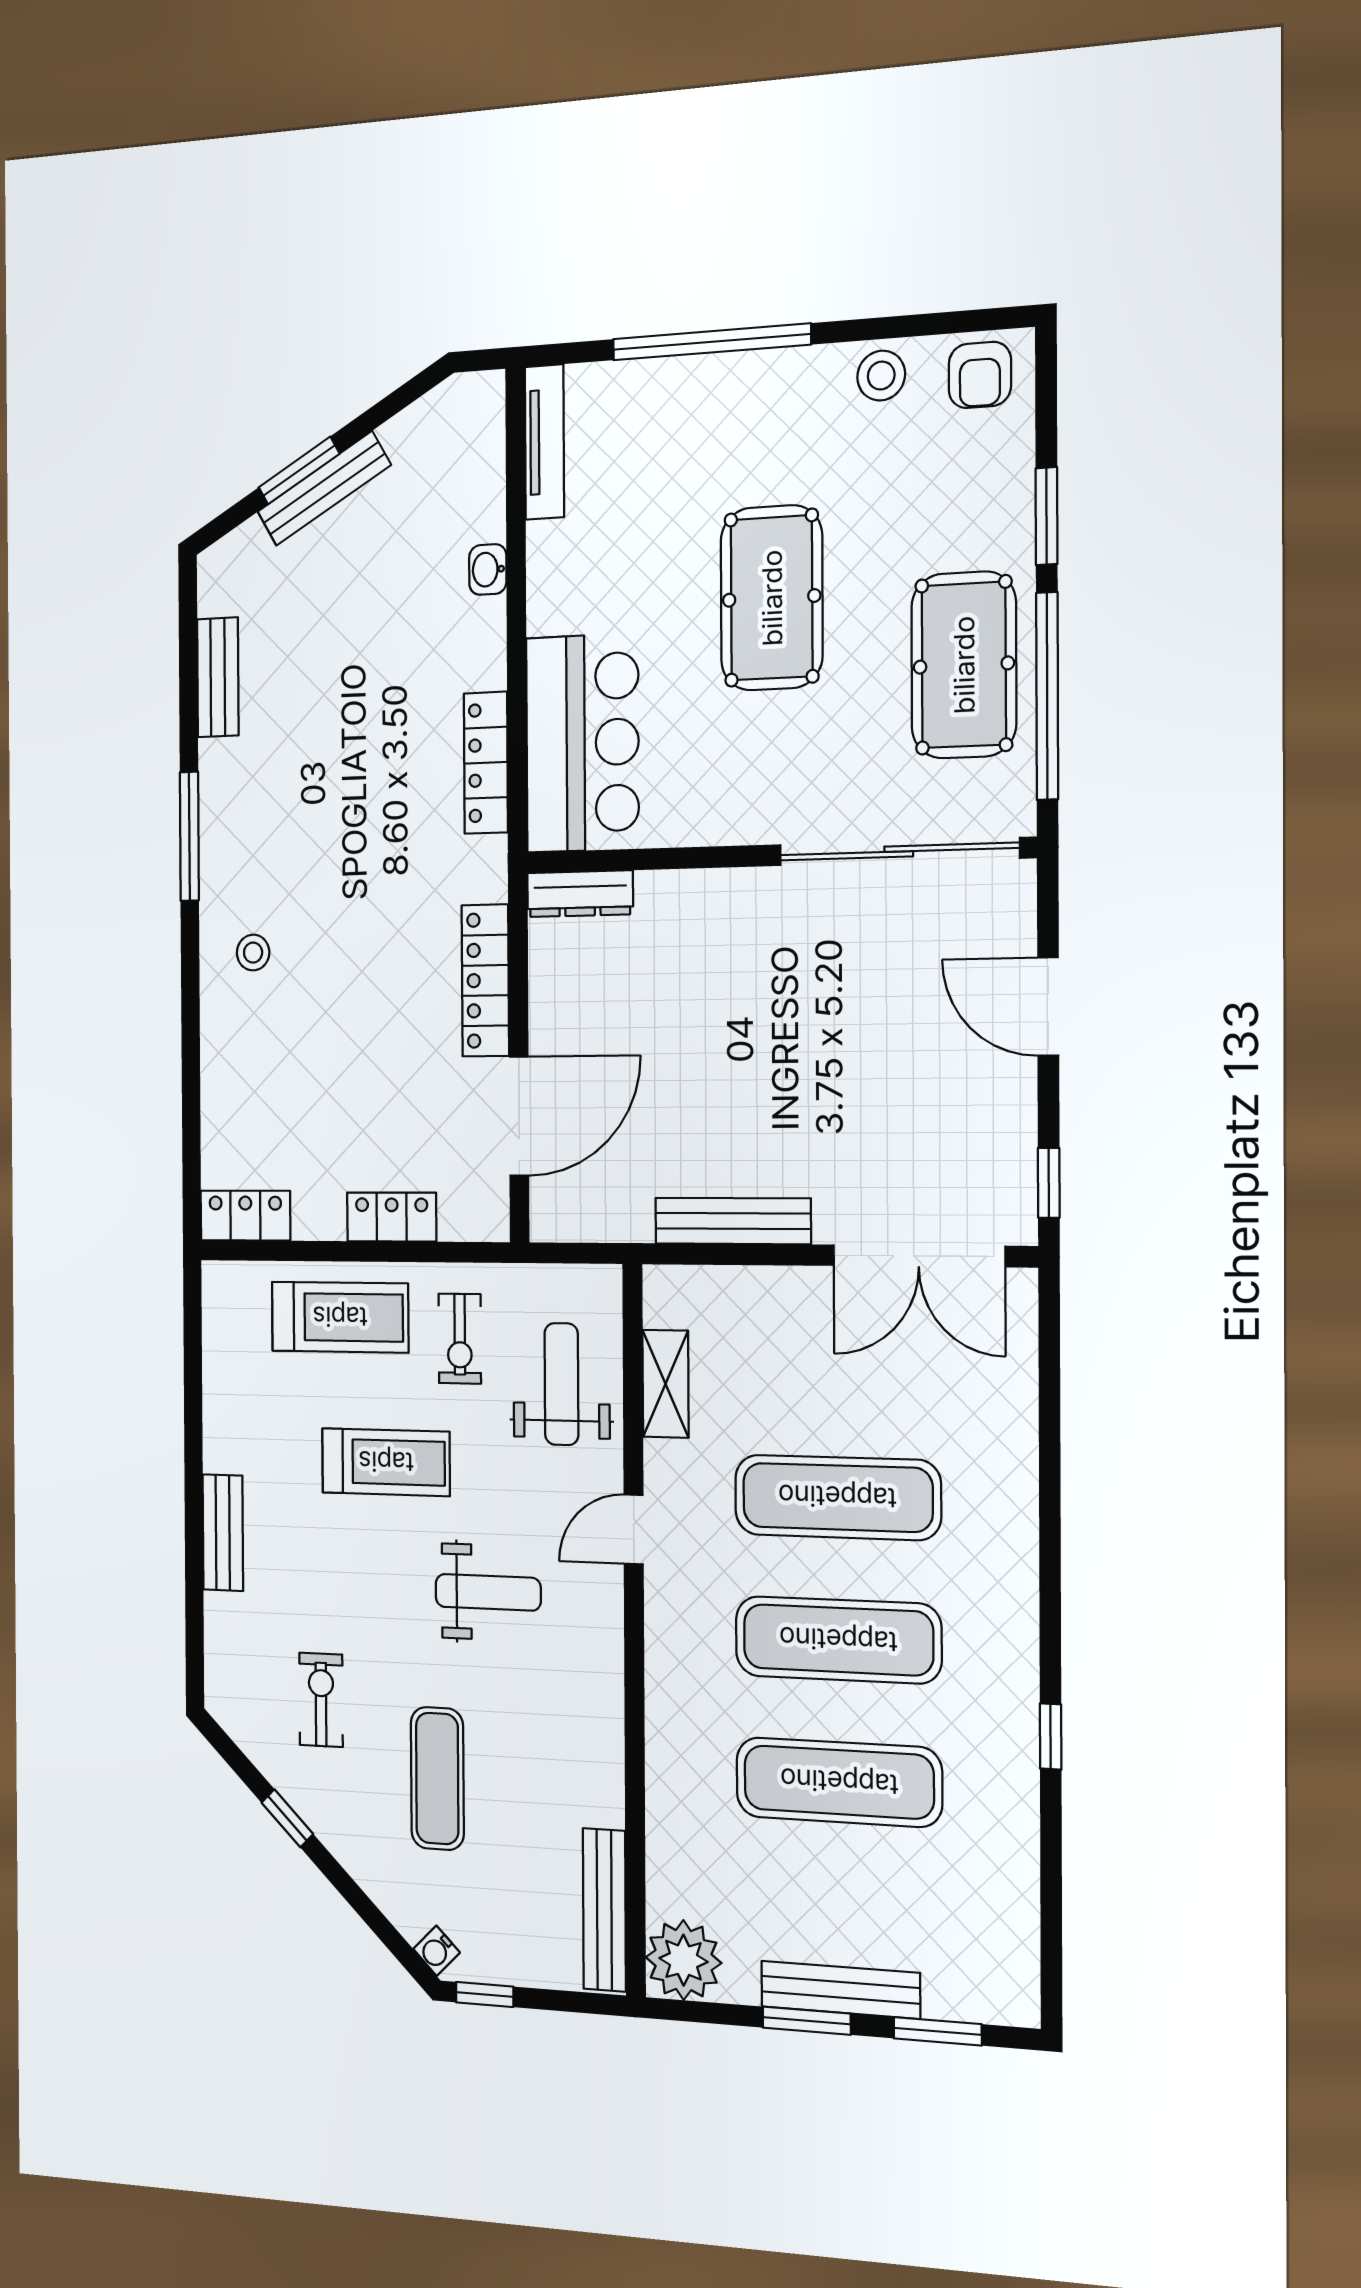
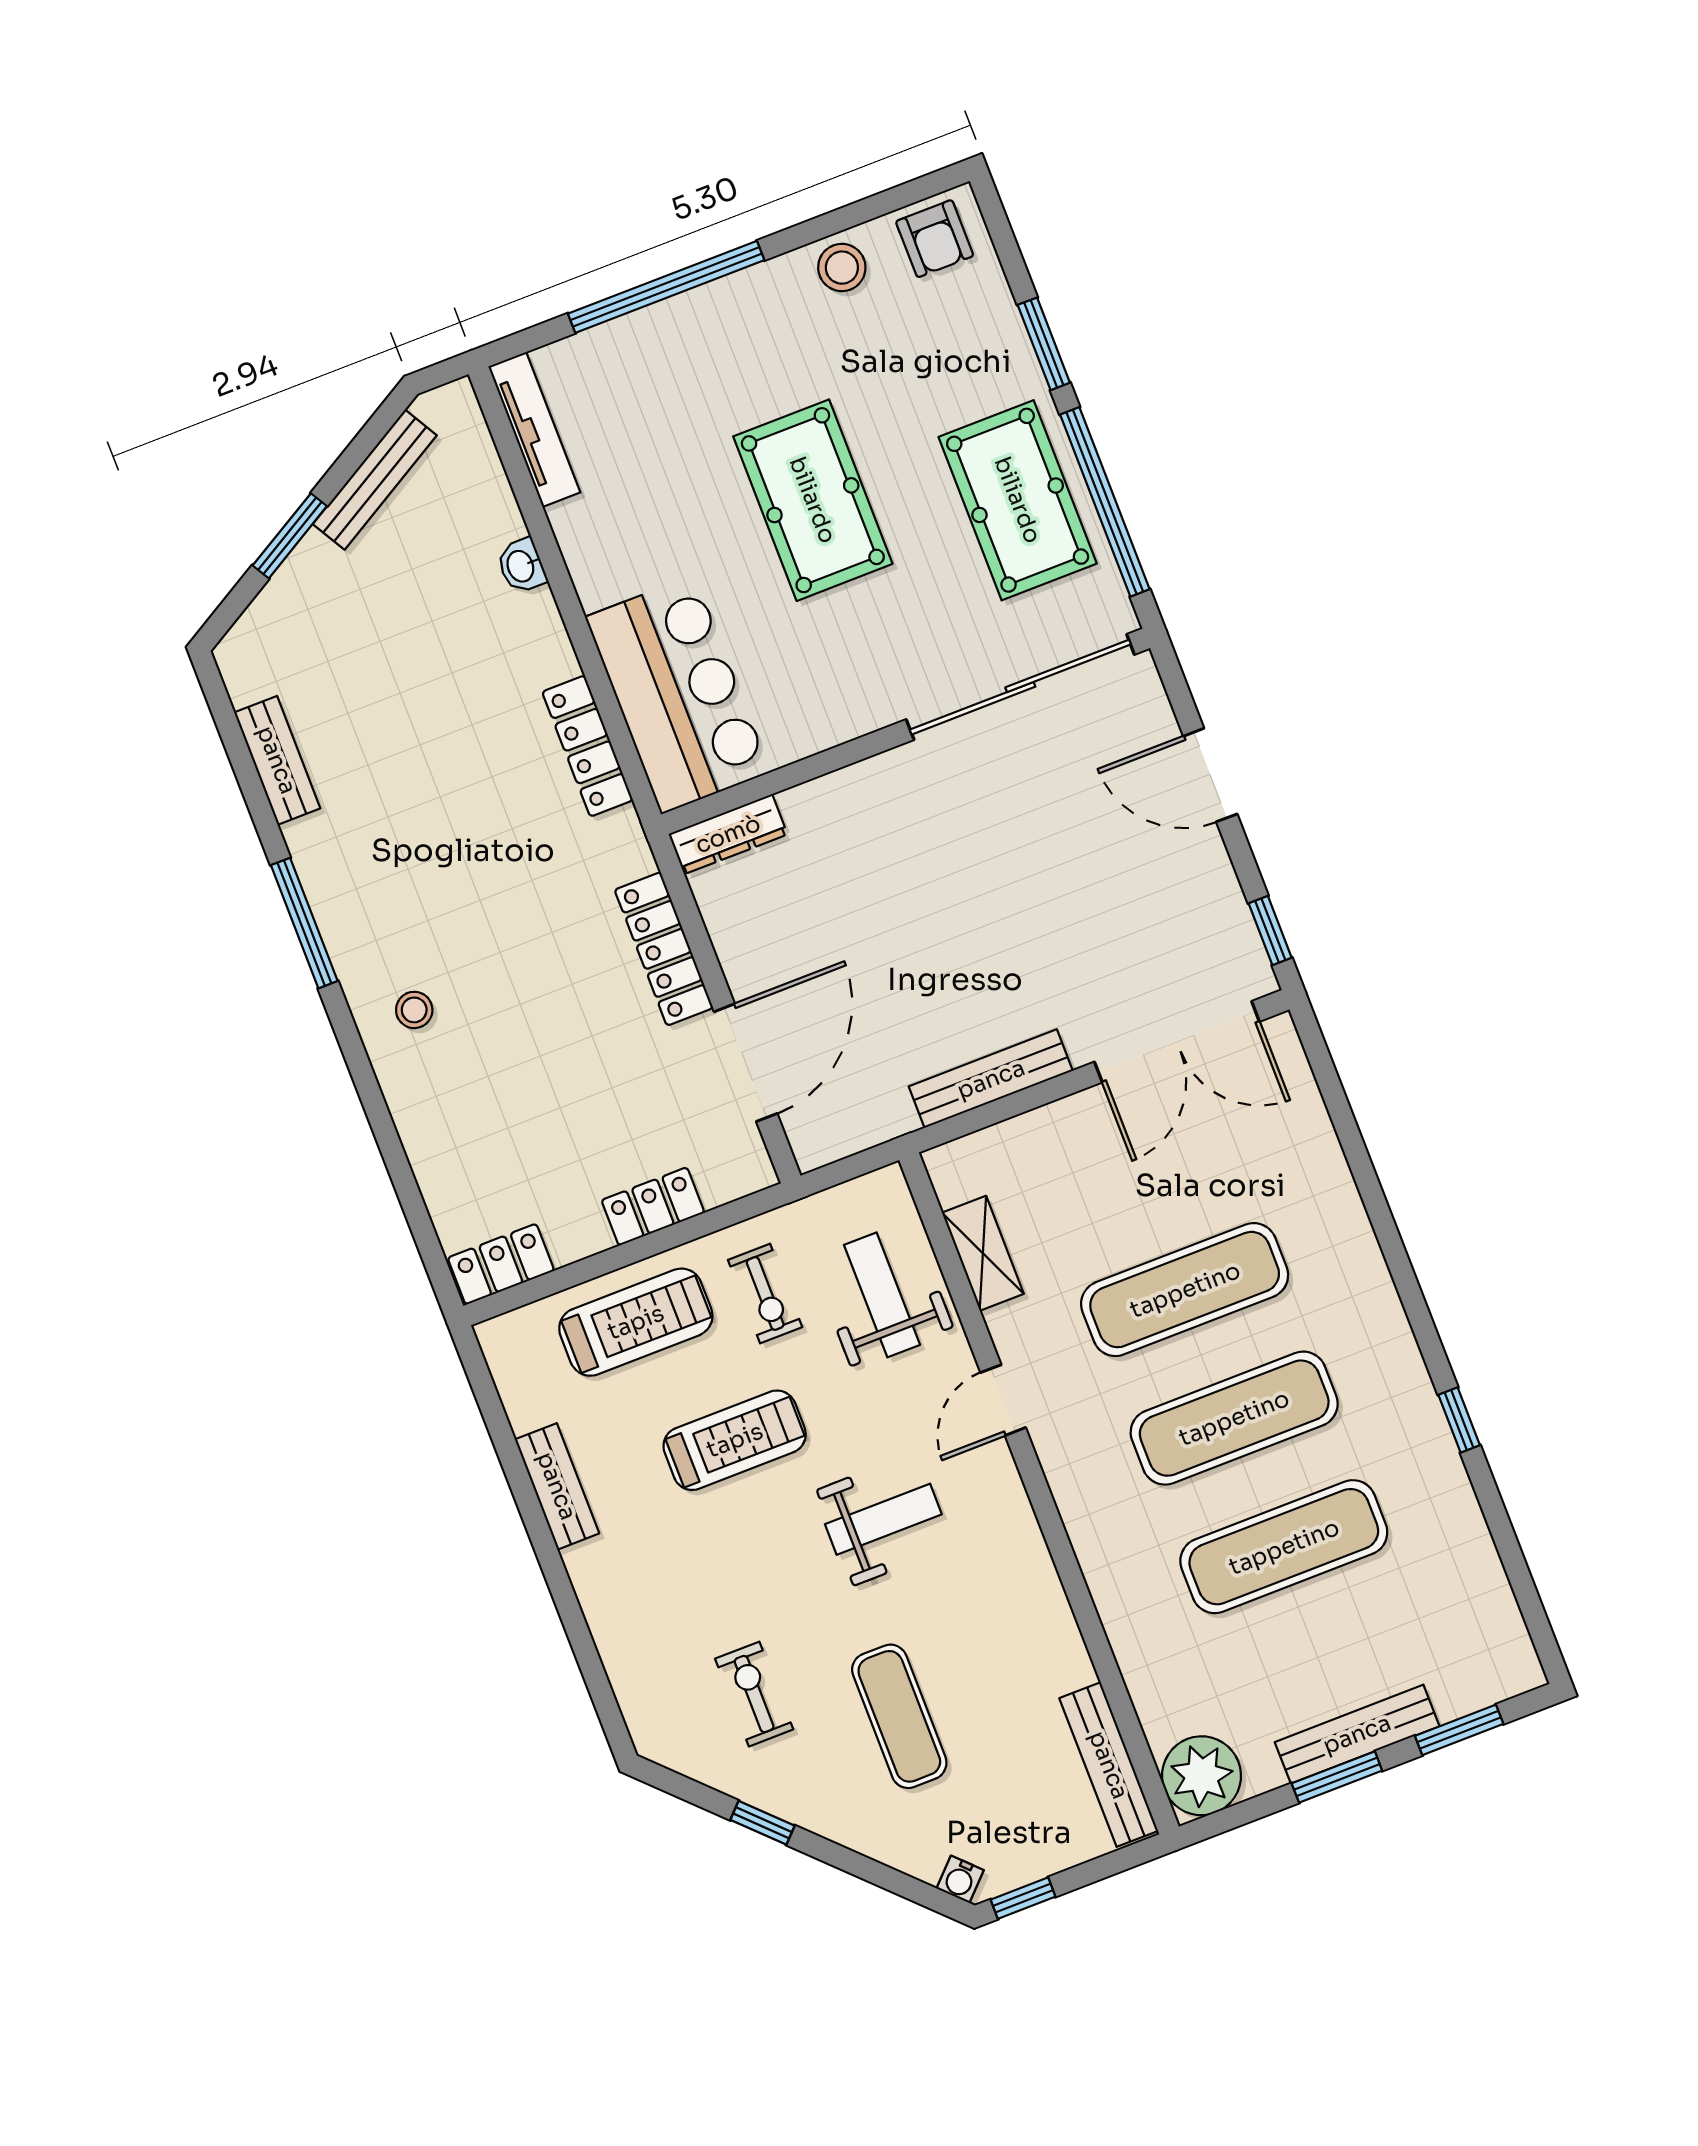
bench: (324, 488) -> (375, 480), moved
bench: (223, 1533) -> (557, 1486), moved

